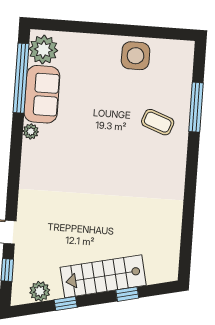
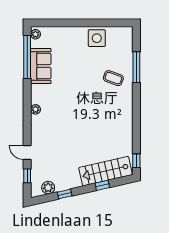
plant: (43, 50) -> (35, 34), width x0.53, depth x0.53
plant: (31, 131) -> (36, 109), moved
window: (185, 258) -> (136, 161), added
stairs: (103, 276) -> (106, 171), moved

